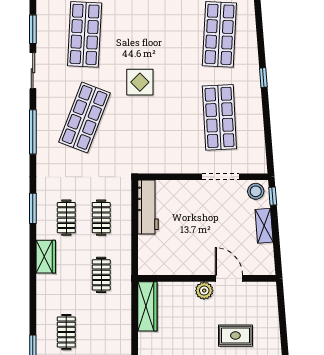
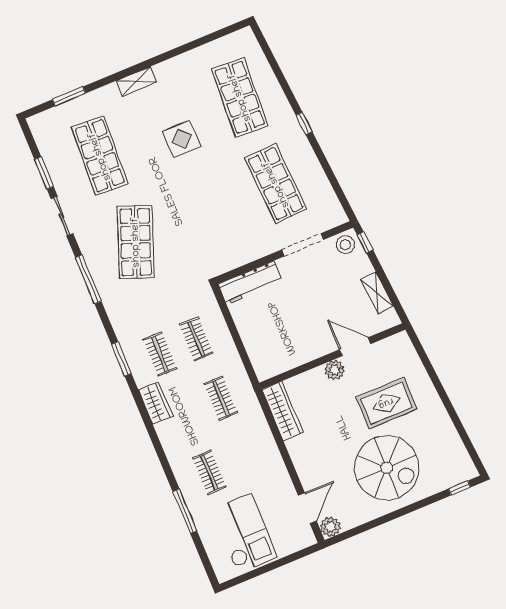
display table: (140, 82) -> (182, 139), moved
workbench: (148, 207) -> (250, 283), moved, turned 90
shelving: (264, 226) -> (377, 293), moved
rug: (235, 336) -> (386, 403), width x1.36, depth x1.43

